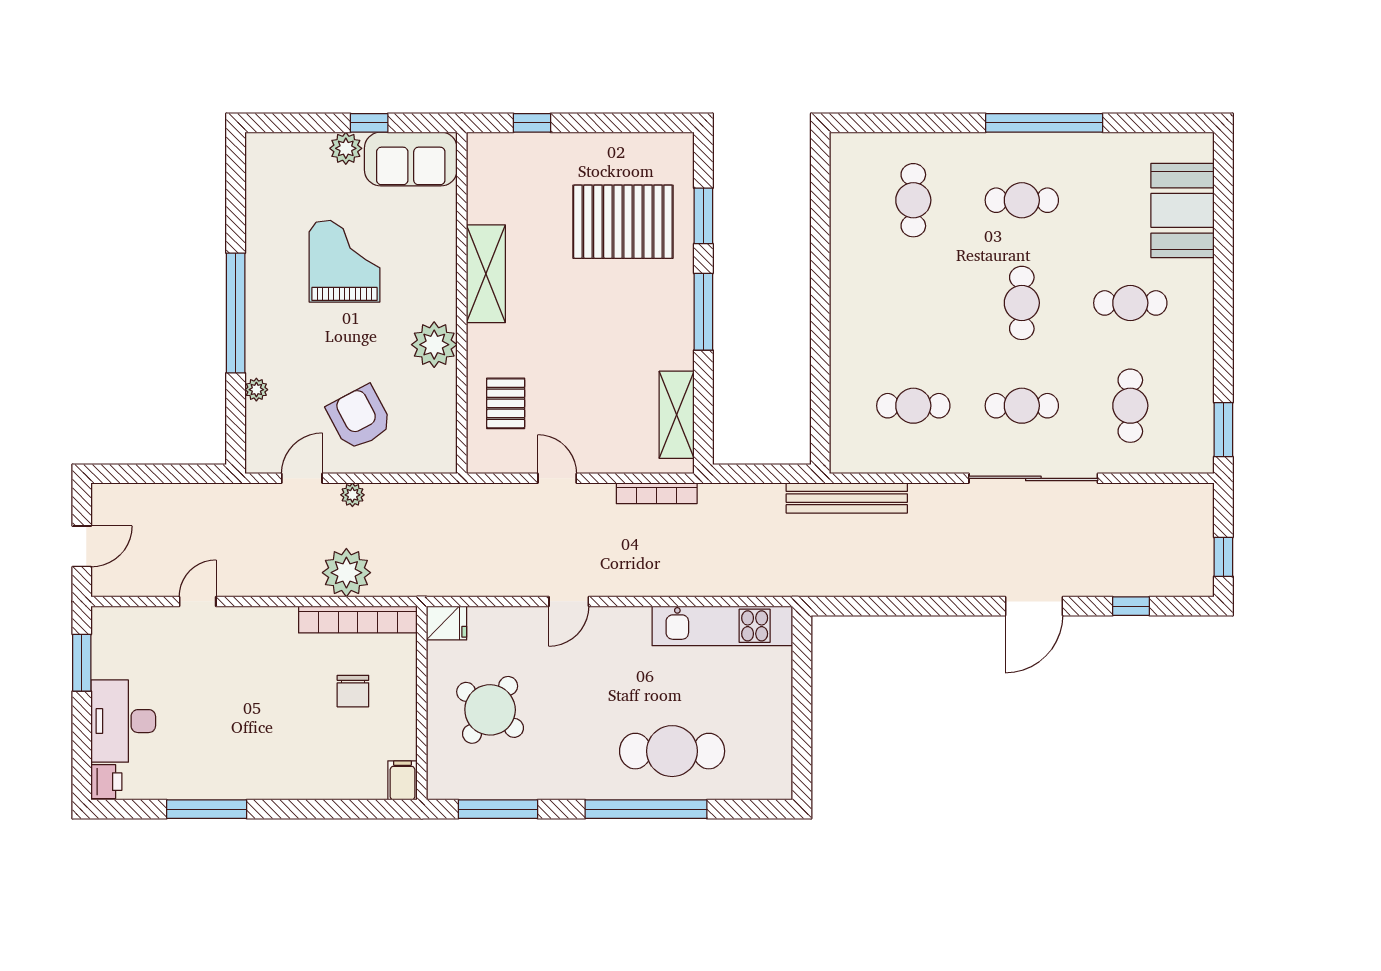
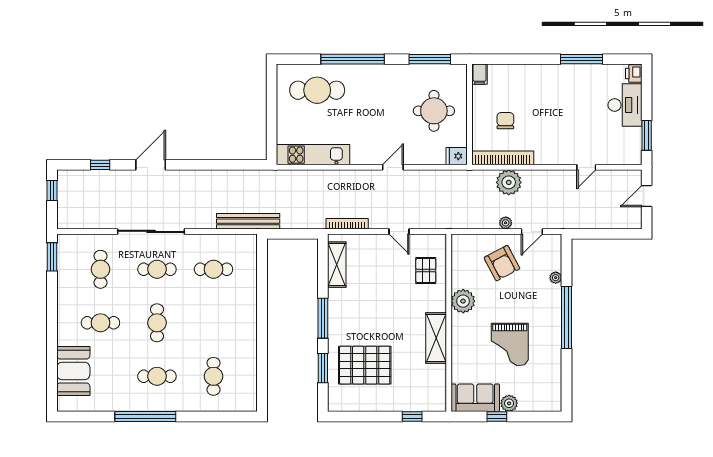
round table: (490, 710) -> (434, 111), turned -37
cafe table: (672, 751) -> (317, 90), moved

